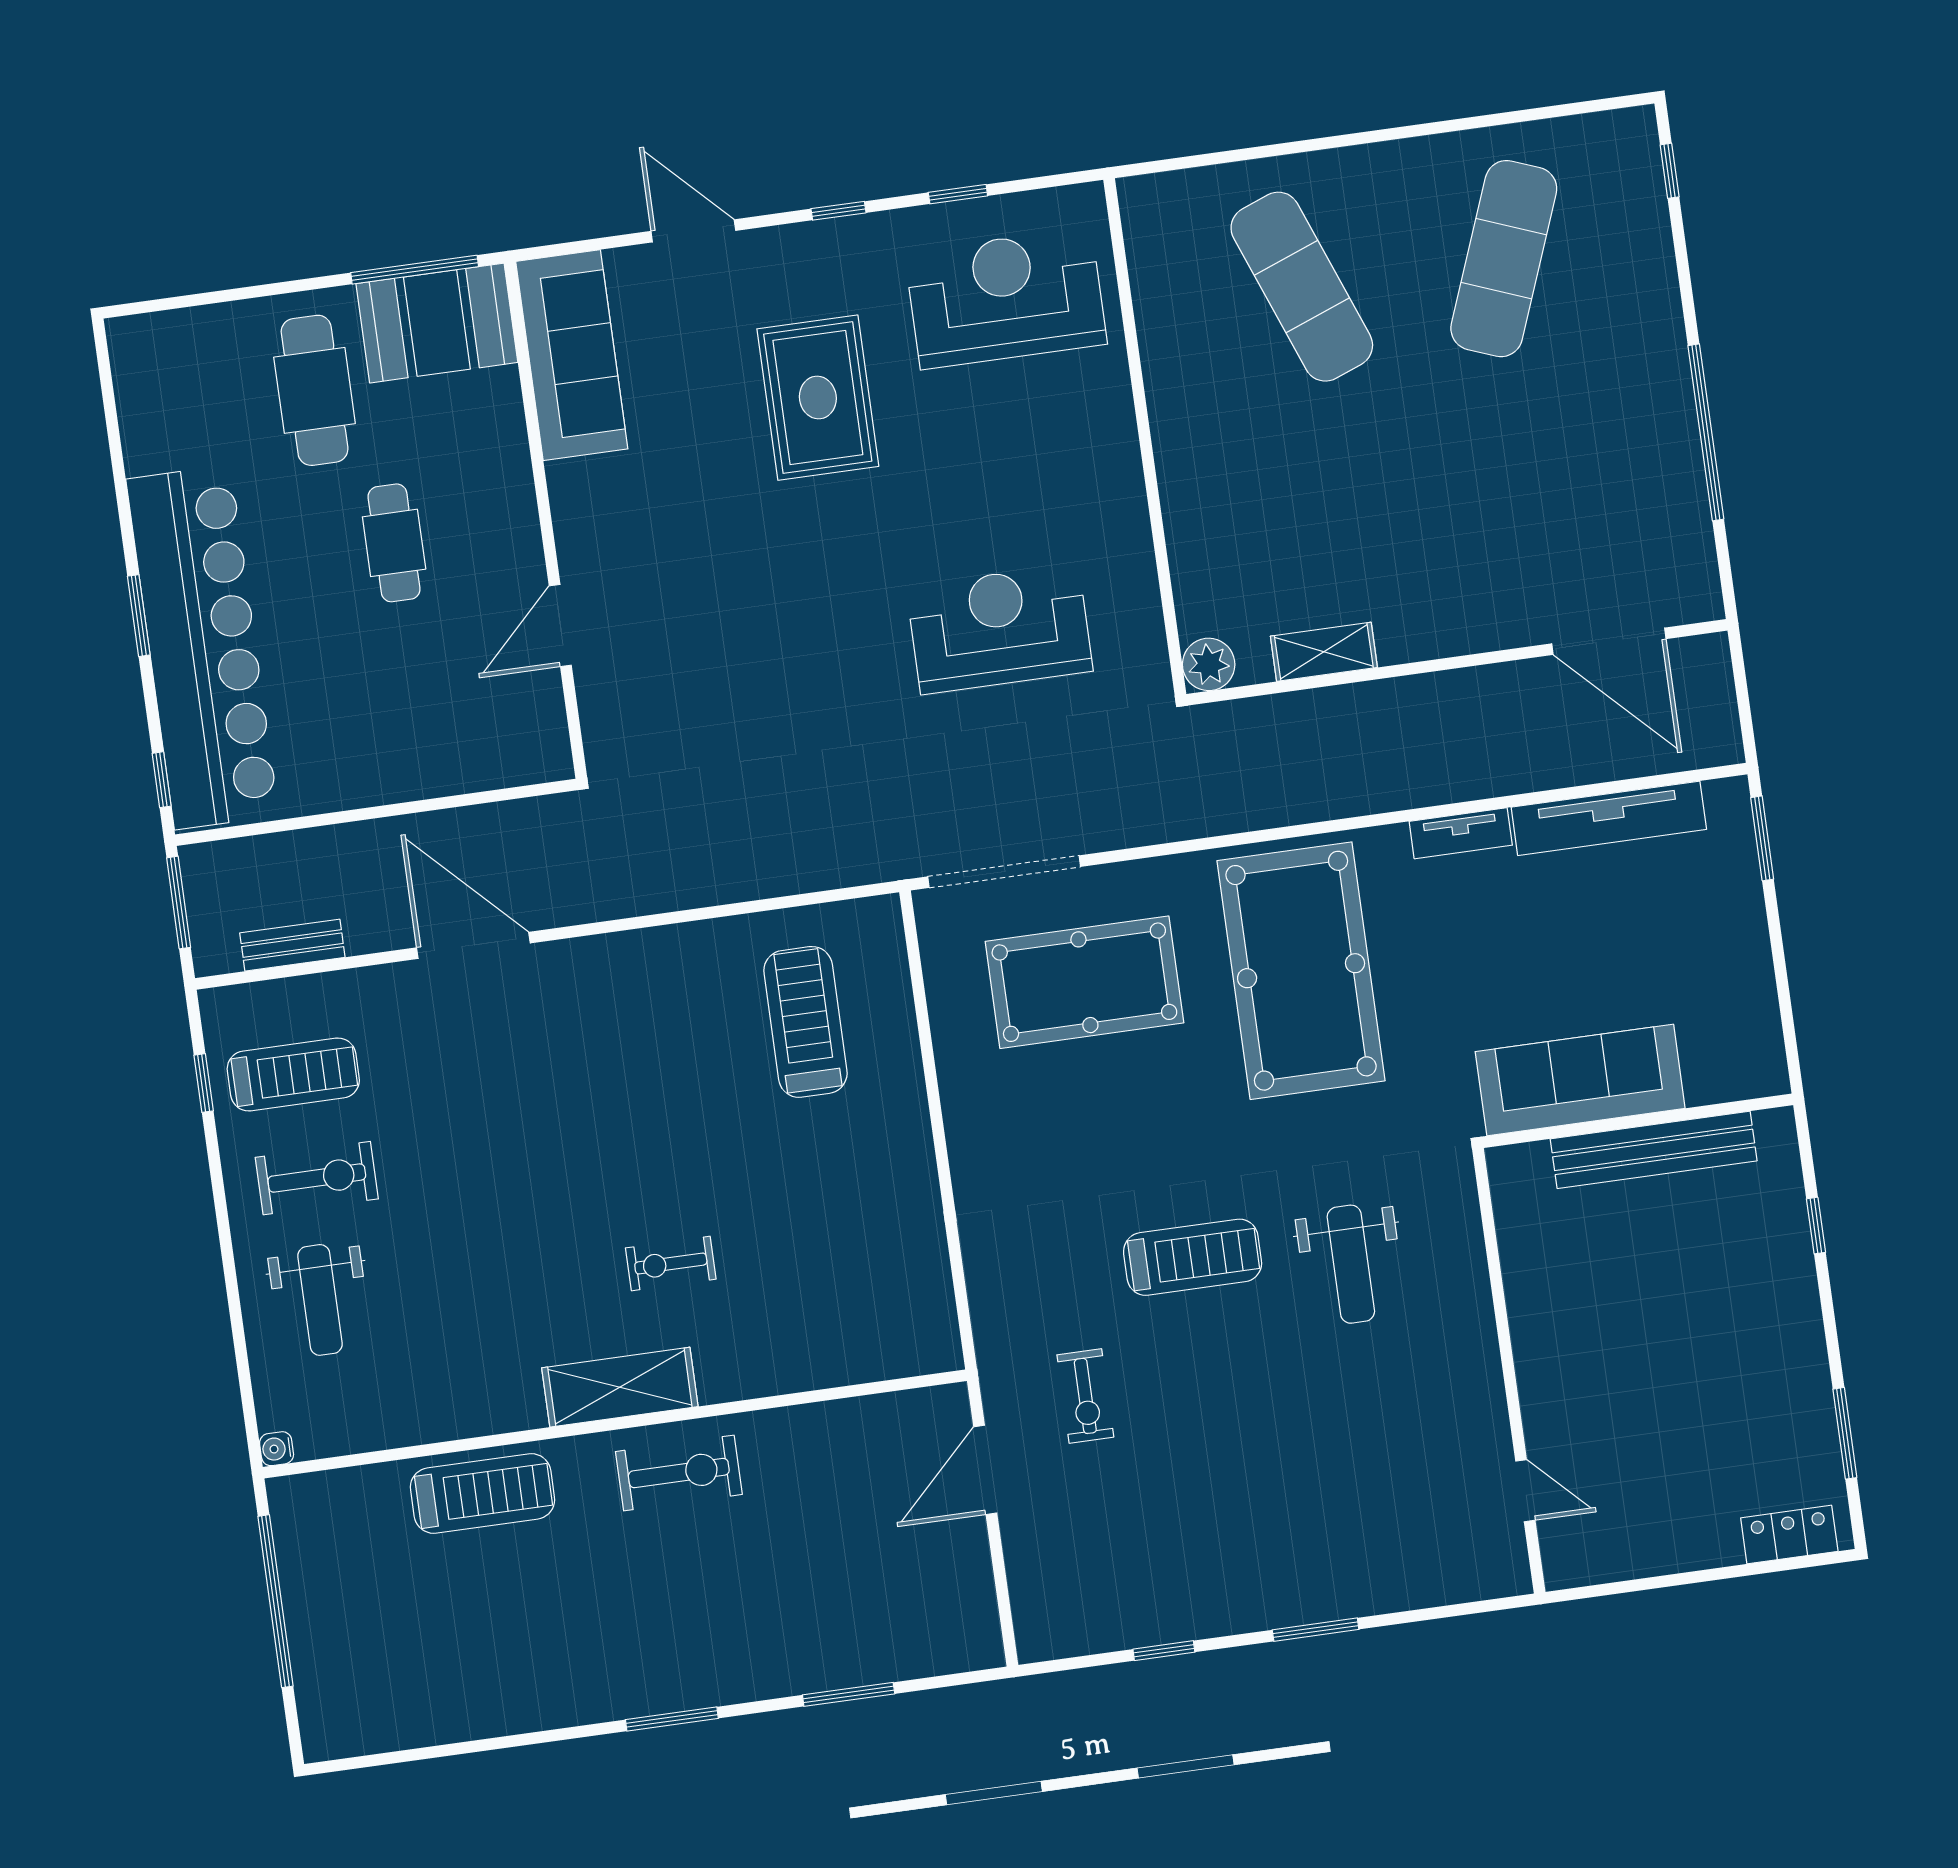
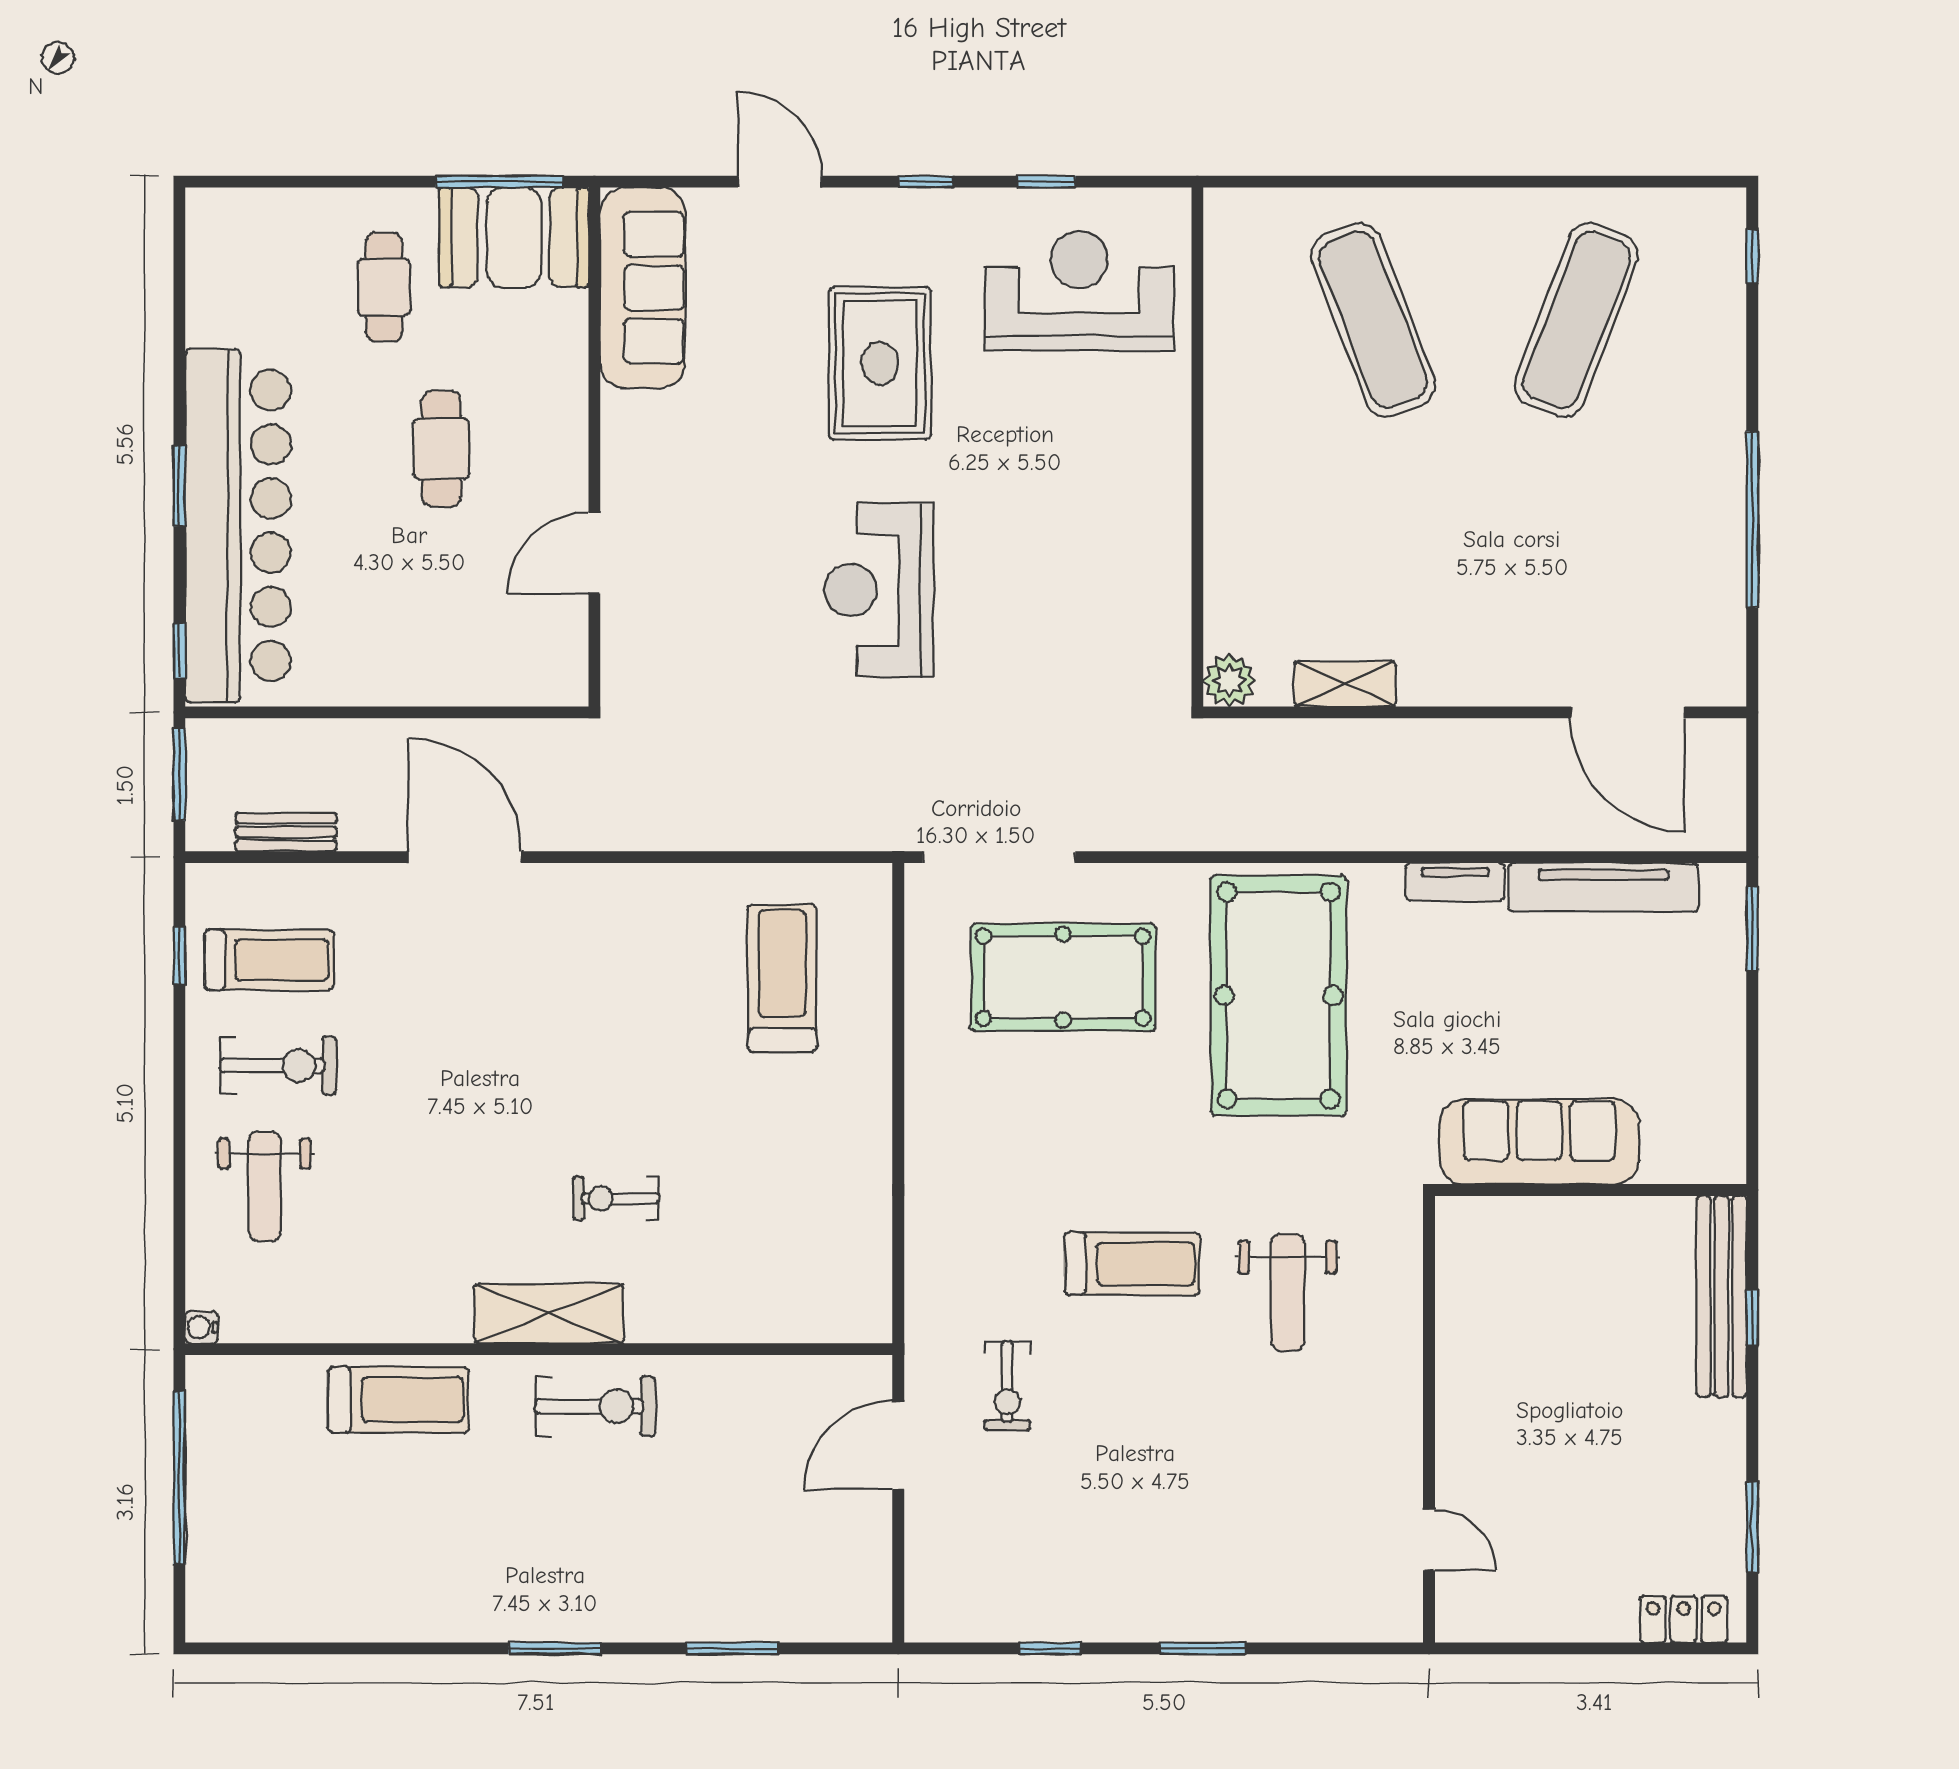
cafe table: (315, 390) -> (384, 287), width x0.73, depth x0.74
reception desk: (1000, 629) -> (879, 590), moved, turned -90
bench: (1654, 1150) -> (1721, 1296), moved, turned 90

